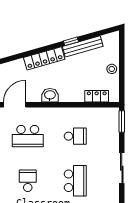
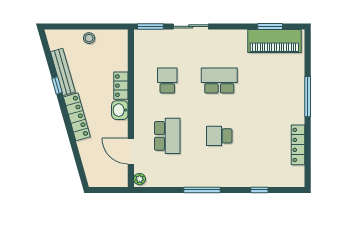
locker: (97, 96) -> (121, 86), moved
sliding door: (122, 168) -> (191, 26), moved

